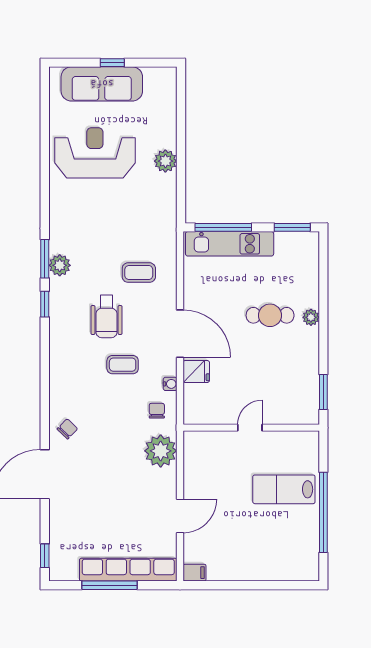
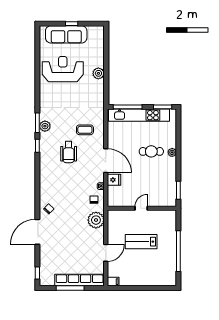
kitchen unit: (230, 244) -> (139, 115), width x1.36
coffee table: (123, 365) -> (77, 176), removed
lab bench: (284, 489) -> (141, 242), moved

